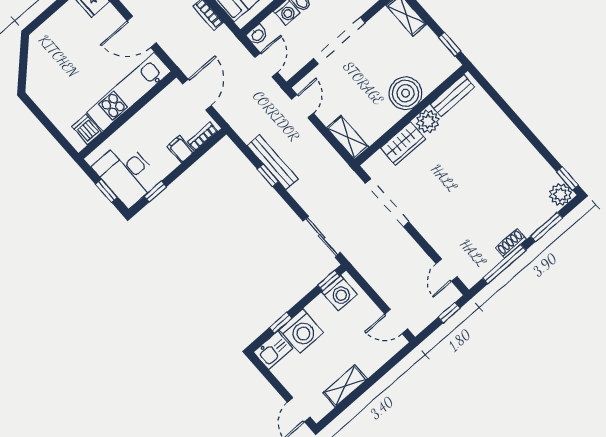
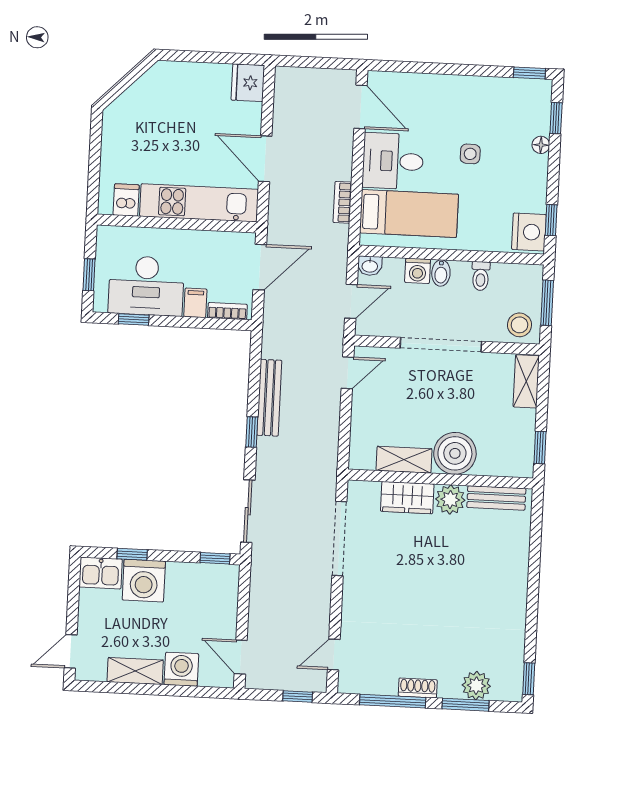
shelving: (348, 137) -> (404, 460), moved, turned 90
desk: (126, 174) -> (146, 286), moved, turned -90
window: (268, 175) -> (252, 432), moved
plant: (560, 195) -> (476, 686), moved
washing machine: (340, 293) -> (181, 669), moved, turned 180

